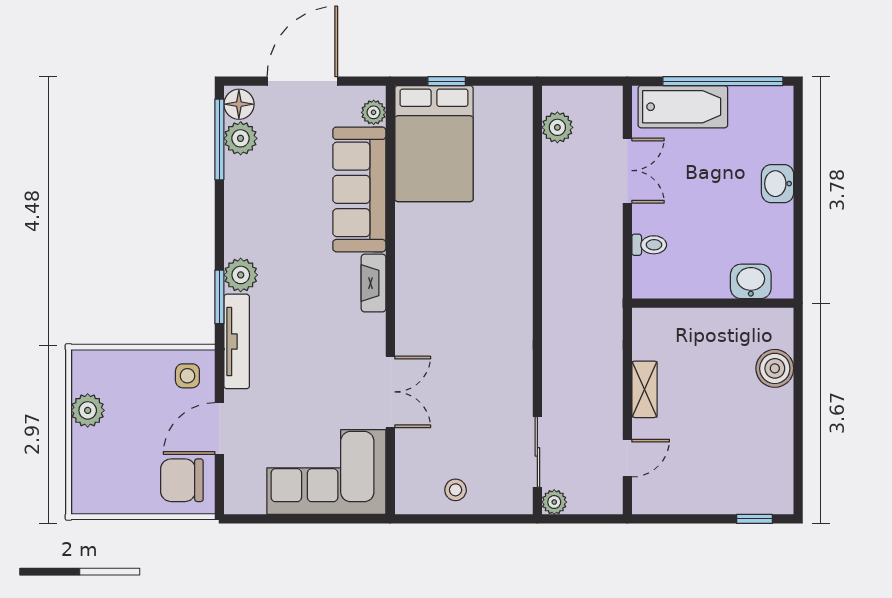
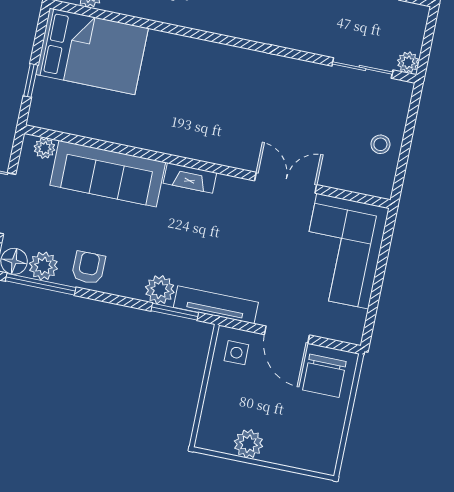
bed: (434, 144) -> (92, 51), moved
armchair: (249, 190) -> (89, 268), added

